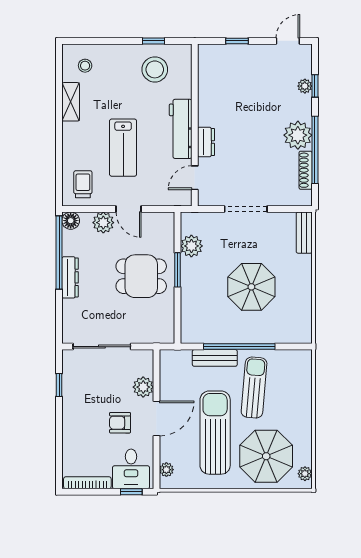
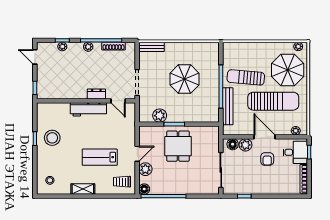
shelving: (71, 102) -> (83, 189), moved
wall: (195, 125) -> (86, 101), moved
workbench: (181, 129) -> (88, 109), moved
plant: (298, 135) -> (88, 47), width x0.53, depth x0.53
dresser: (206, 142) -> (96, 94), moved
lab bench: (123, 148) -> (100, 157), turned 180
door: (195, 178) -> (118, 101), moved
dresser: (70, 277) -> (179, 189), removed
bench: (215, 358) -> (228, 106), width x1.36
floor lamp: (144, 366) -> (233, 144), added
sun lounger: (215, 433) -> (273, 101), turned 180

